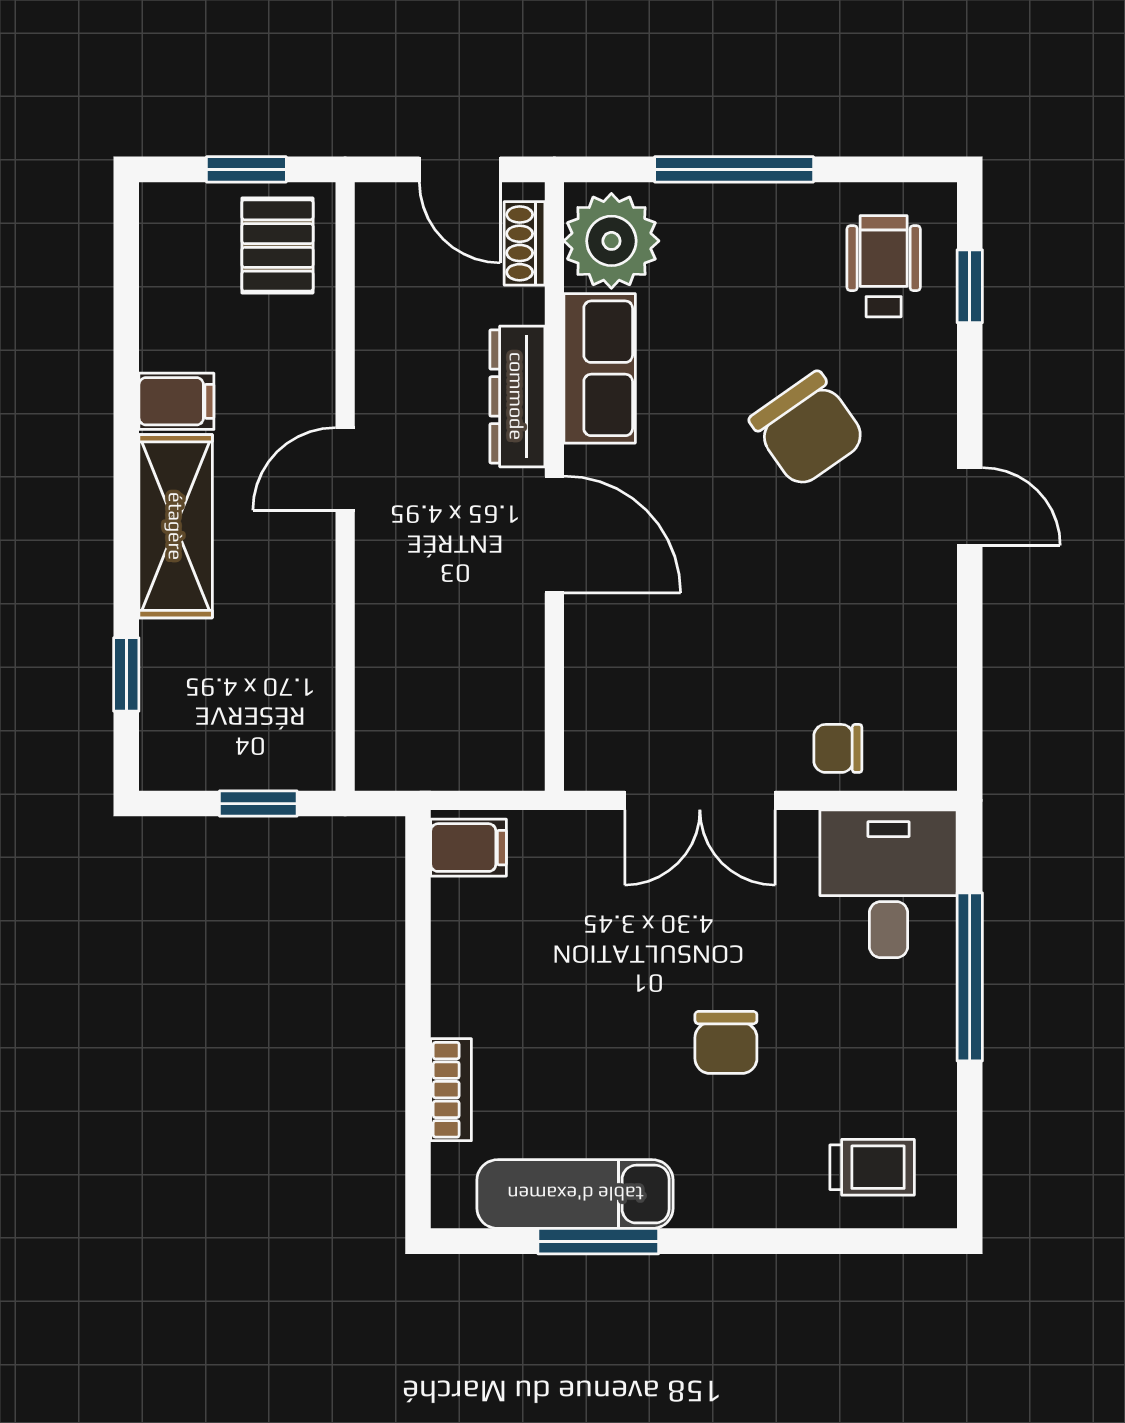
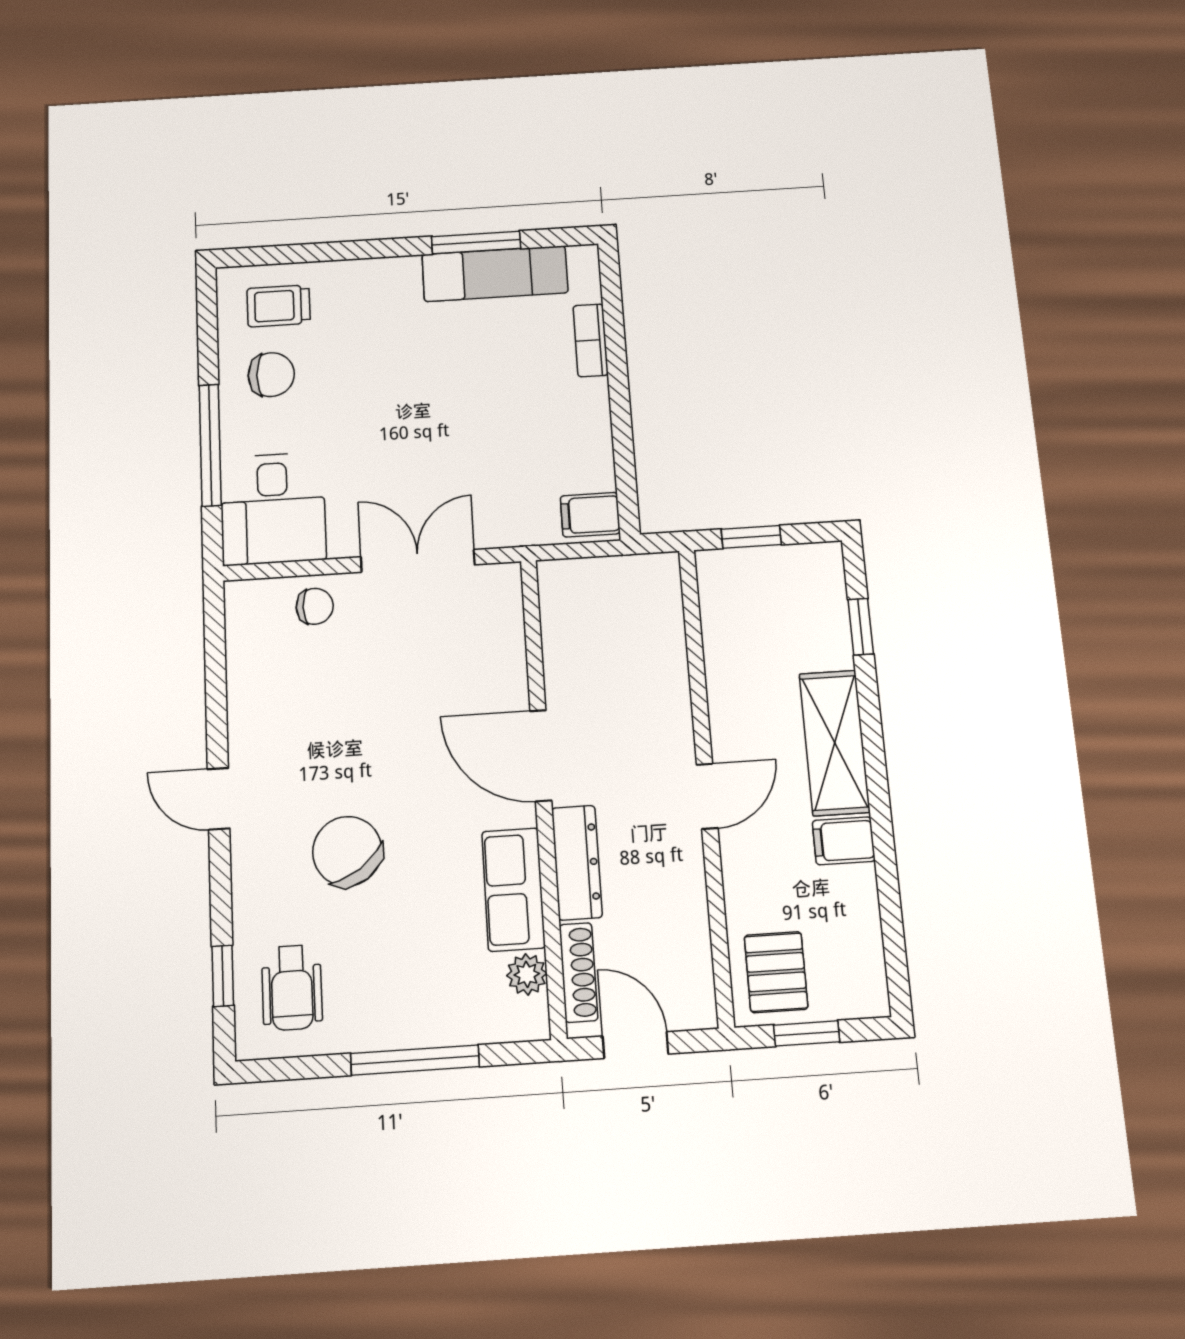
plant: (611, 241) -> (527, 974), width x0.53, depth x0.53
shoe rack: (525, 243) -> (578, 972), width x1.43
chair: (726, 1042) -> (271, 375), moved, turned 91

